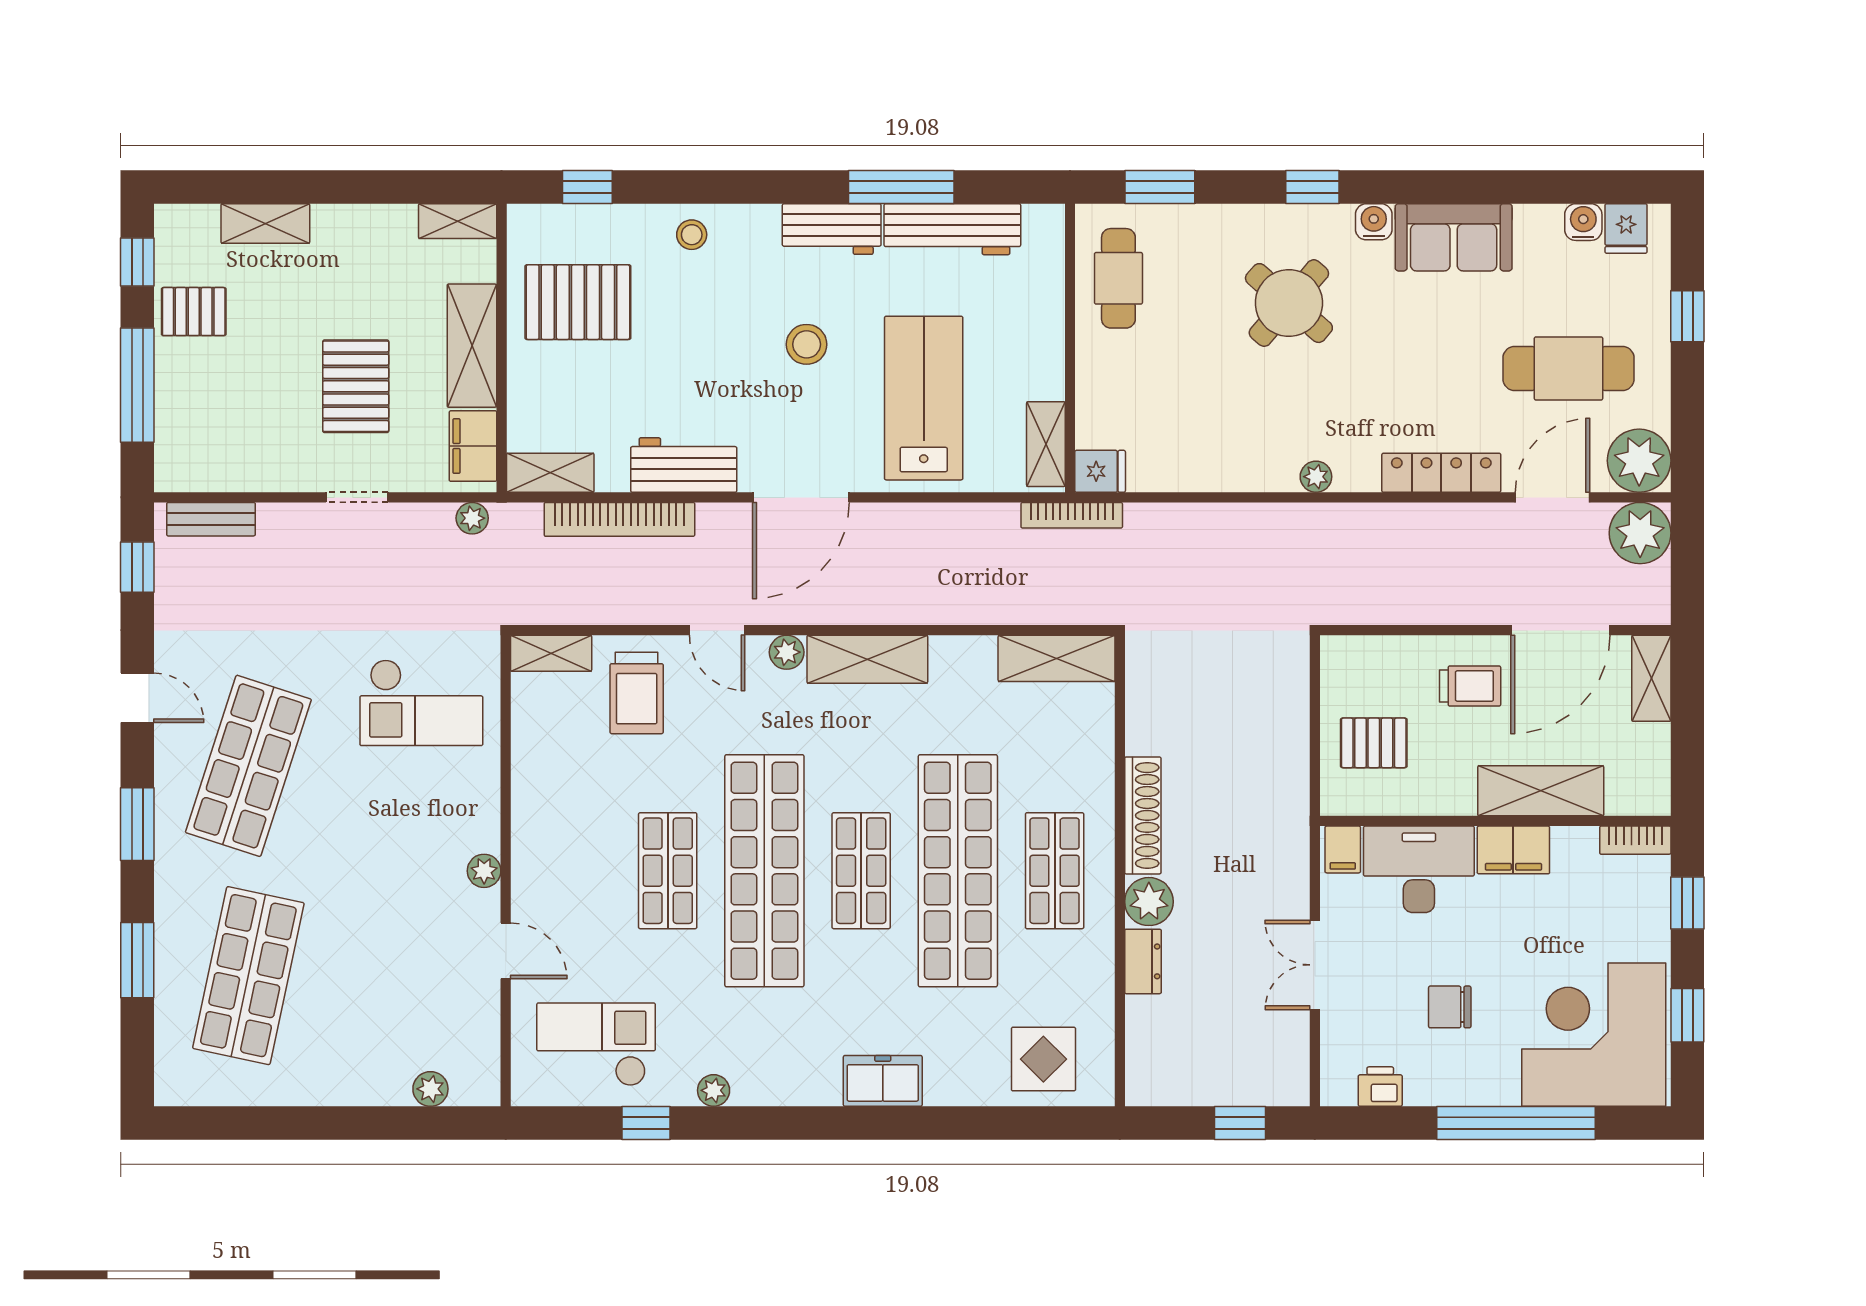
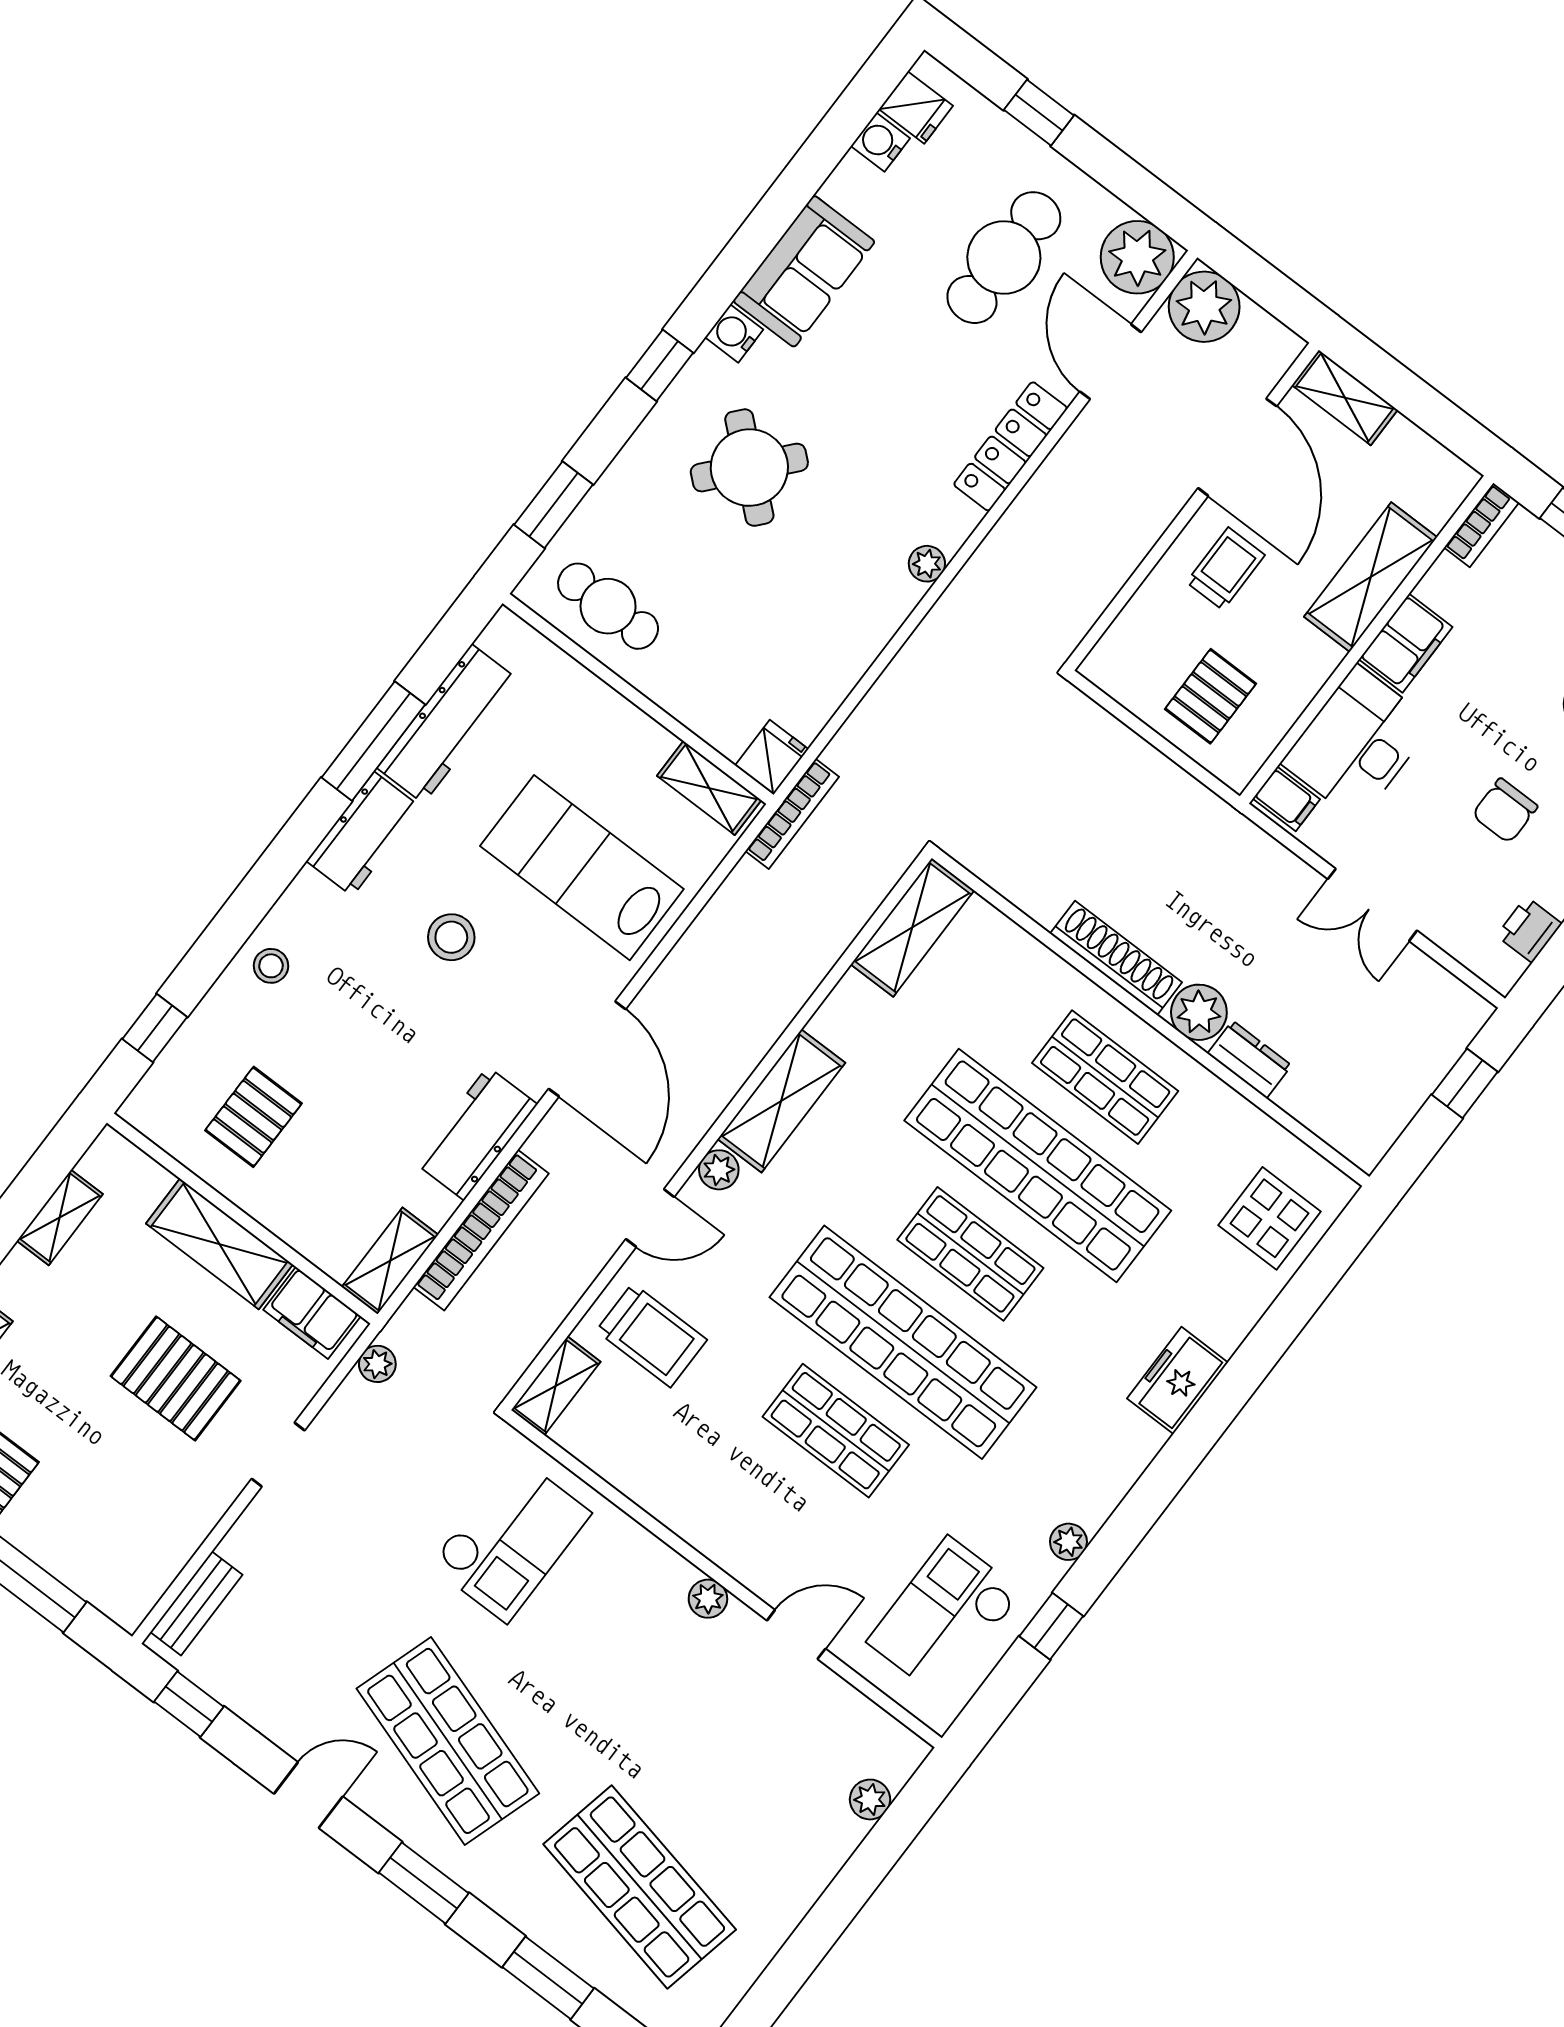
shelving: (458, 221) -> (60, 1217), moved
pallet: (578, 302) -> (253, 1117), width x0.67, depth x0.71

